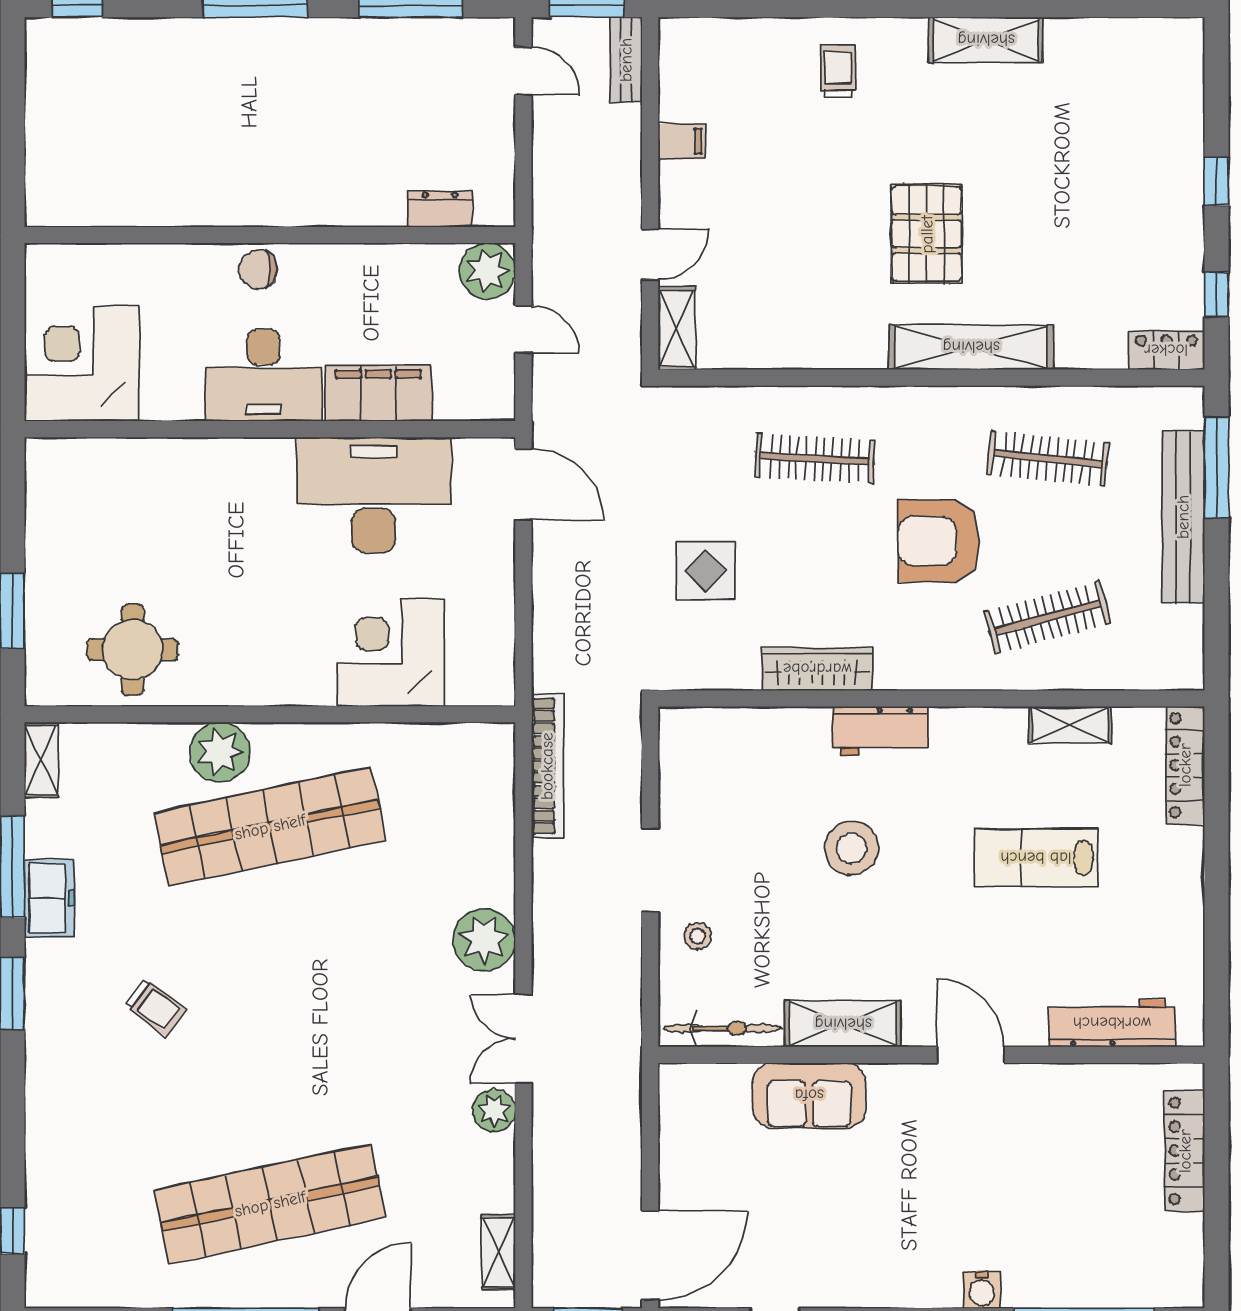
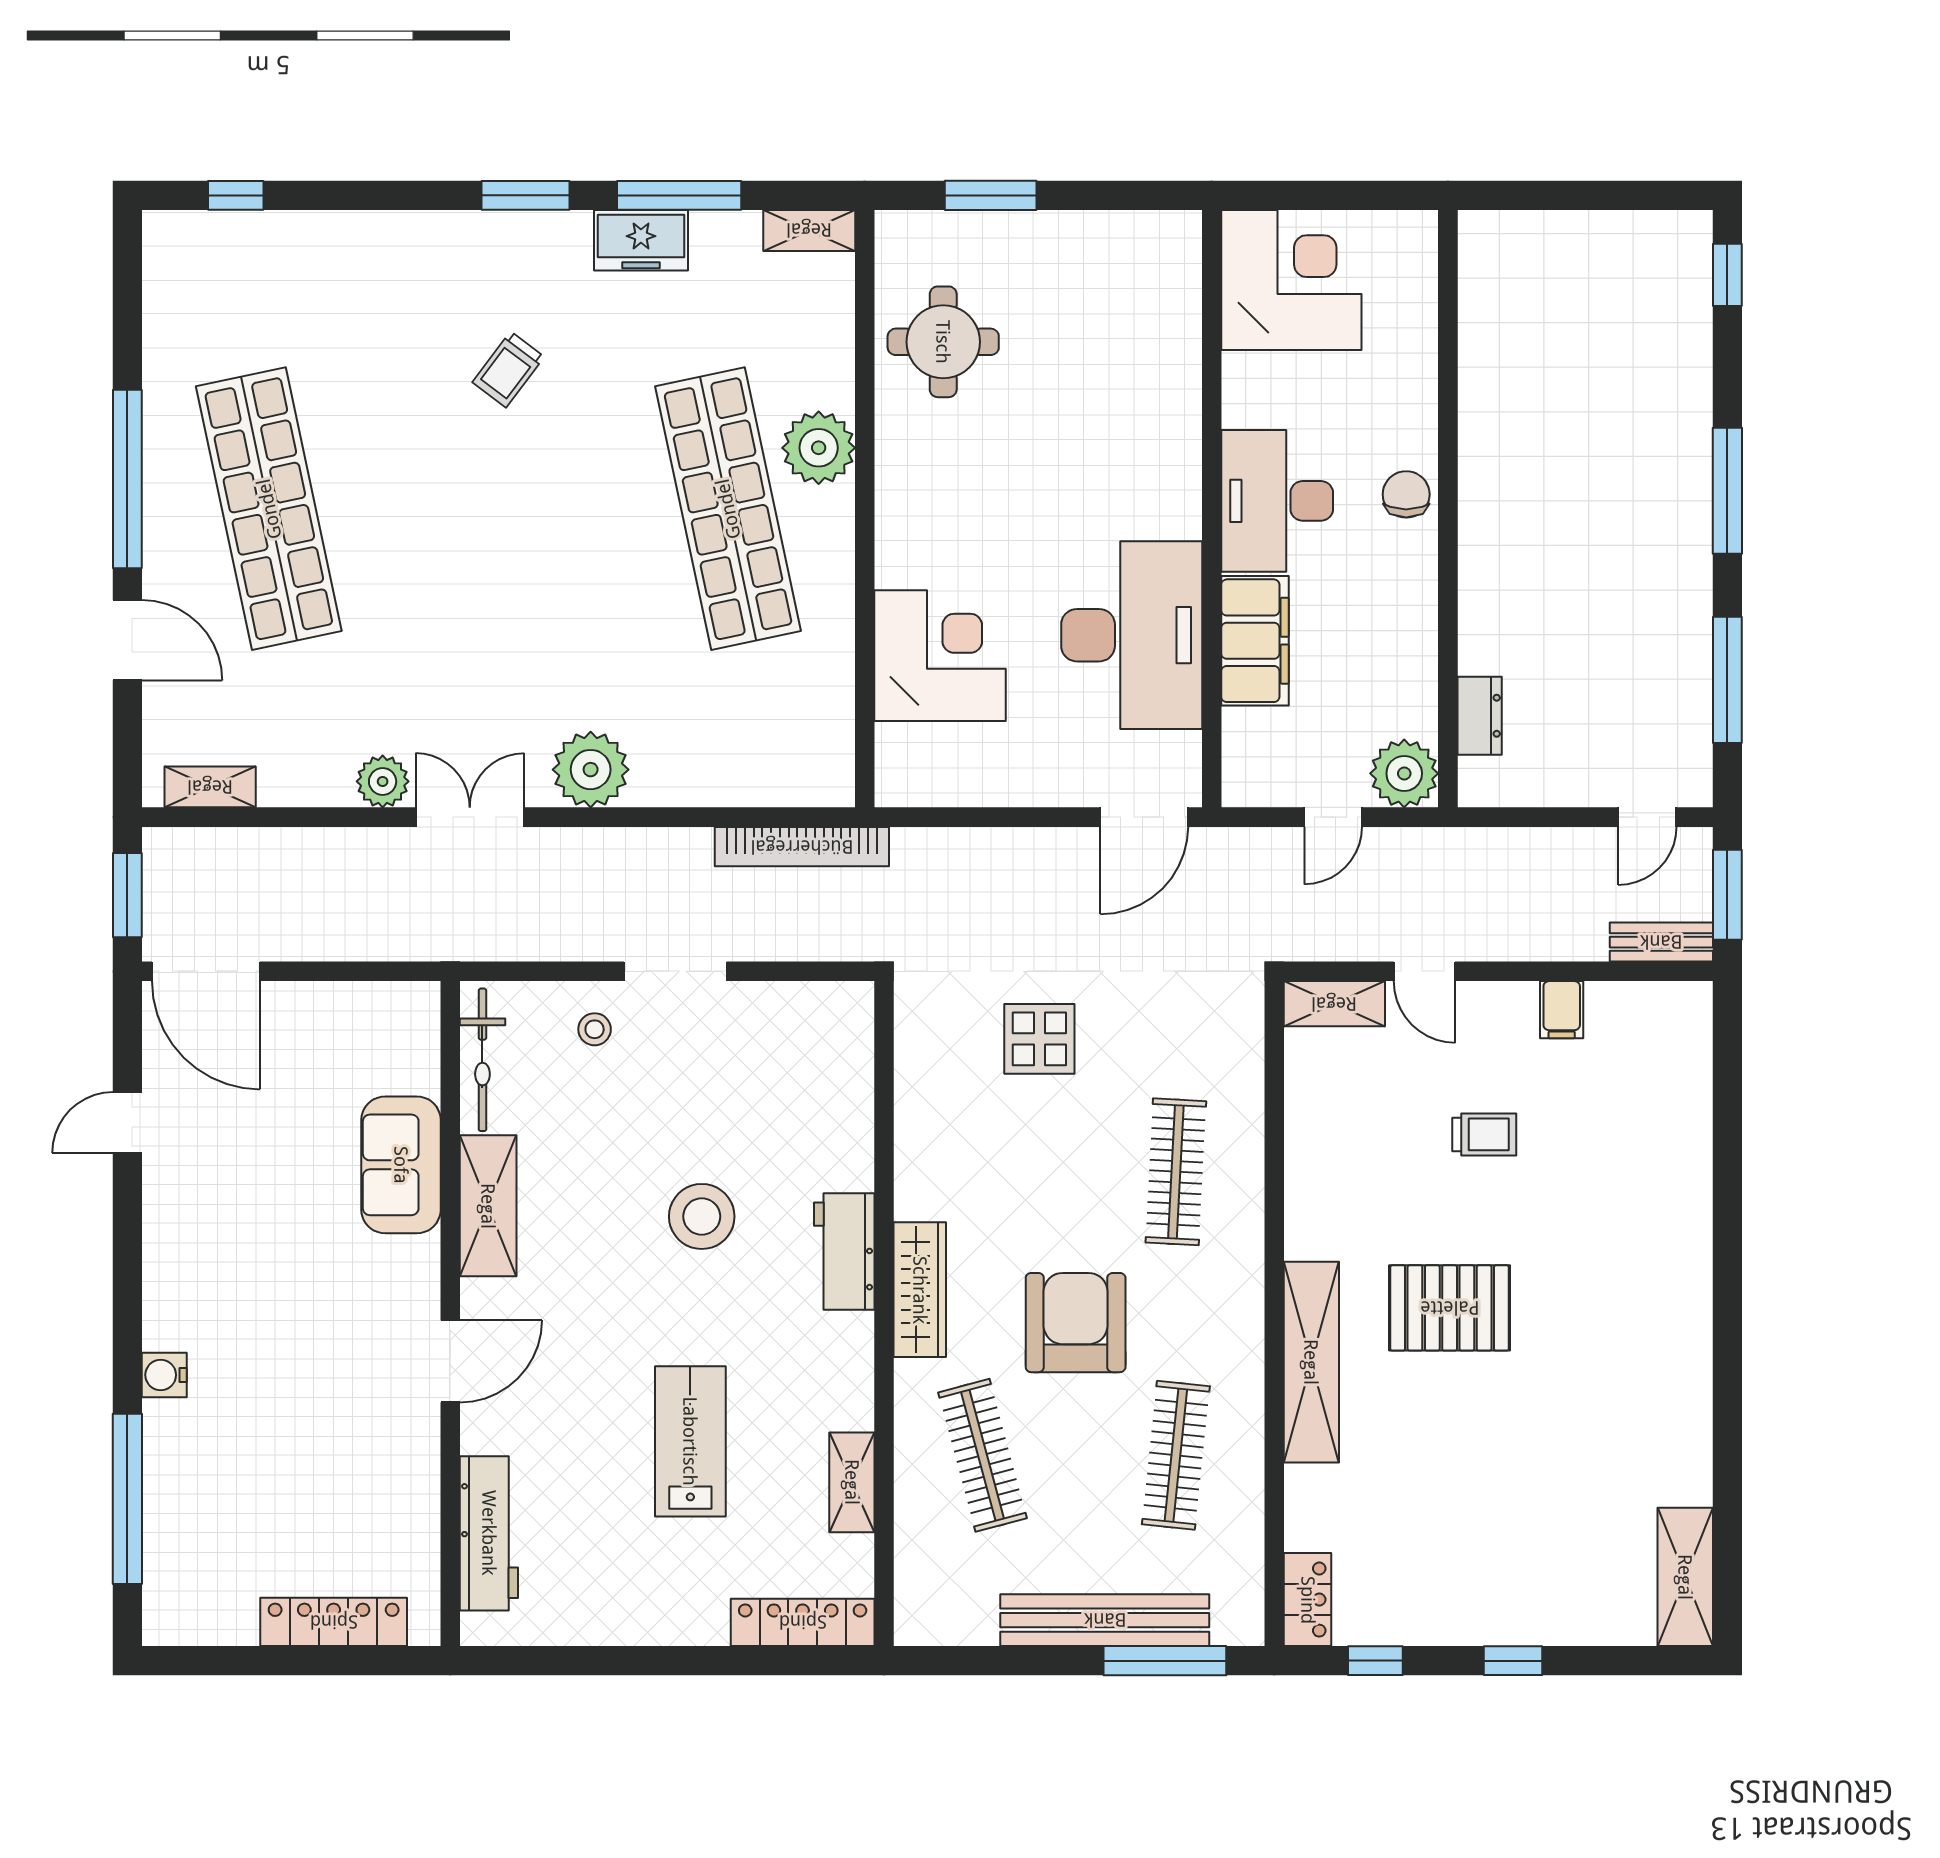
shelving: (986, 40) -> (1685, 1577), moved
trolley: (838, 71) -> (1484, 1134), moved
wardrobe: (817, 669) -> (920, 1290), moved

